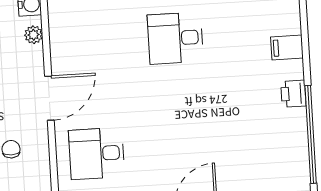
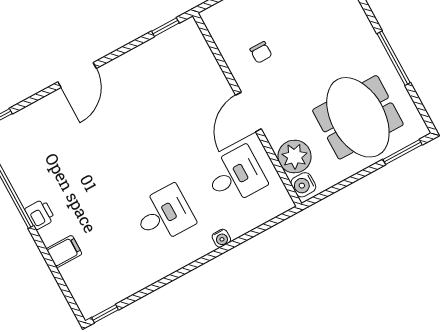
plant: (34, 35) -> (294, 157), width x1.88, depth x1.88
desk: (97, 154) -> (236, 176), moved

